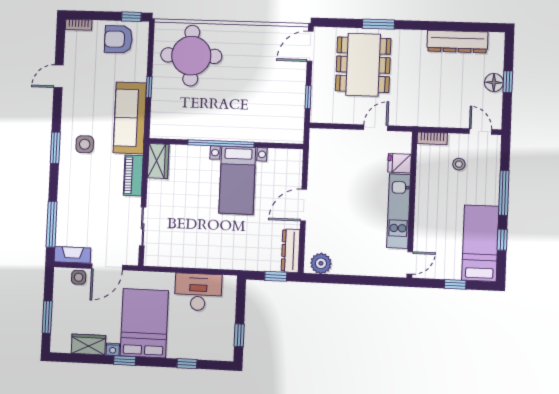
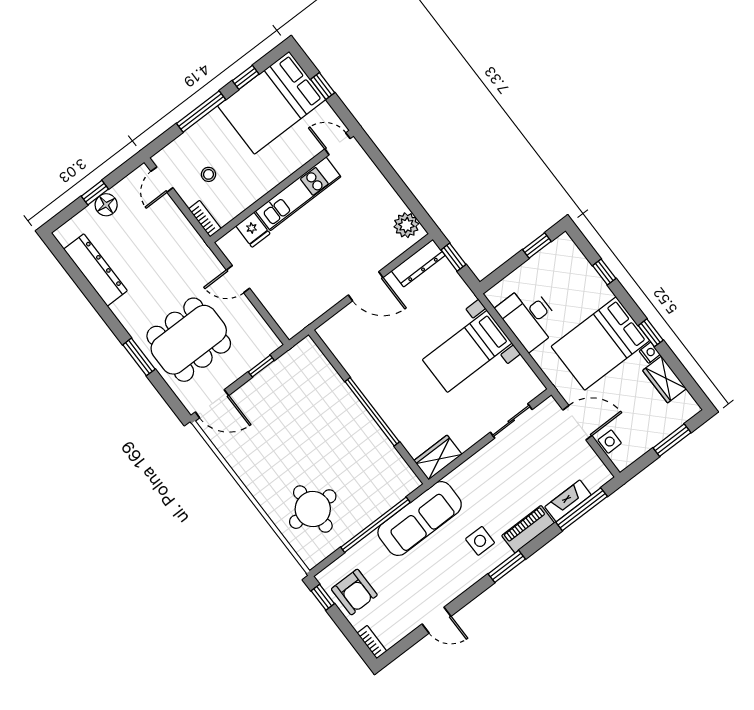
round table: (191, 56) -> (313, 509), width x0.73, depth x0.73
window: (149, 87) -> (375, 525), width x3.17
piano: (133, 176) -> (528, 529), moved, turned 180
bed with nightstands: (237, 180) -> (467, 351), moved, turned 180
bed: (480, 243) -> (272, 103), width x1.50
fireplace: (72, 255) -> (568, 501), moved, turned 90

